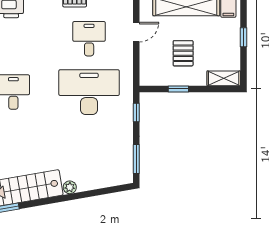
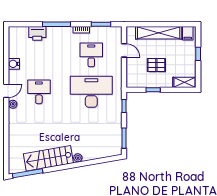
door: (136, 32) -> (124, 50), hinge flipped
pallet: (183, 53) -> (156, 65), turned 90

